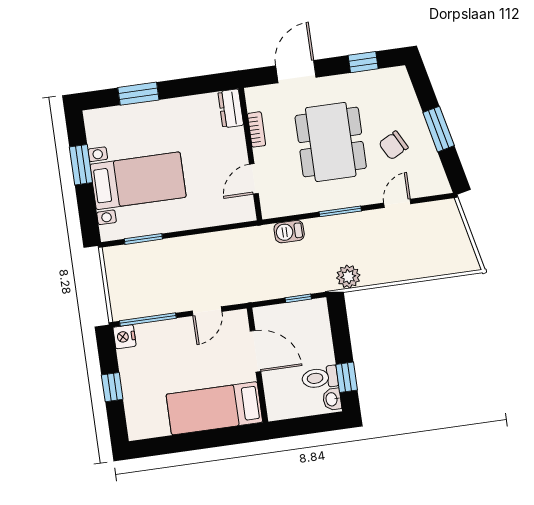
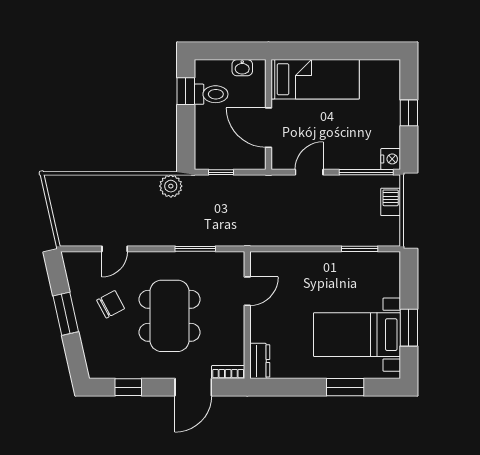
bookcase: (257, 129) -> (228, 372), moved, turned 90
bed with nightstands: (138, 181) -> (357, 335), moved
window: (340, 211) -> (195, 249), moved
barbecue: (289, 232) -> (391, 202), moved, turned -90
washbasin: (332, 399) -> (242, 68), moved, turned 90

